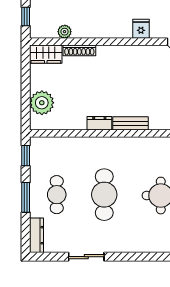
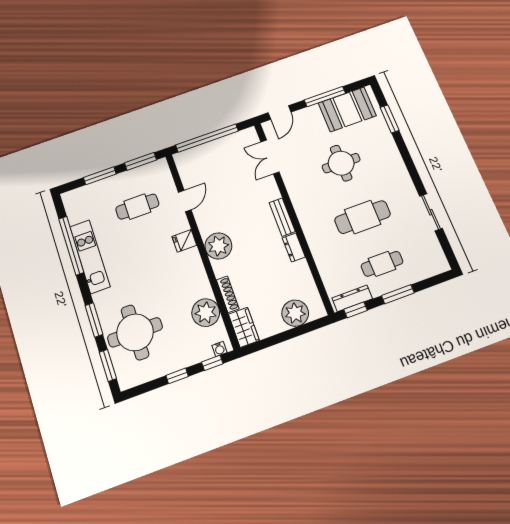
water cooler: (35, 27) -> (219, 349), added
plant: (65, 32) -> (206, 313), width x1.88, depth x1.88
plant: (125, 57) -> (218, 246), added
dresser: (37, 235) -> (352, 298), moved

